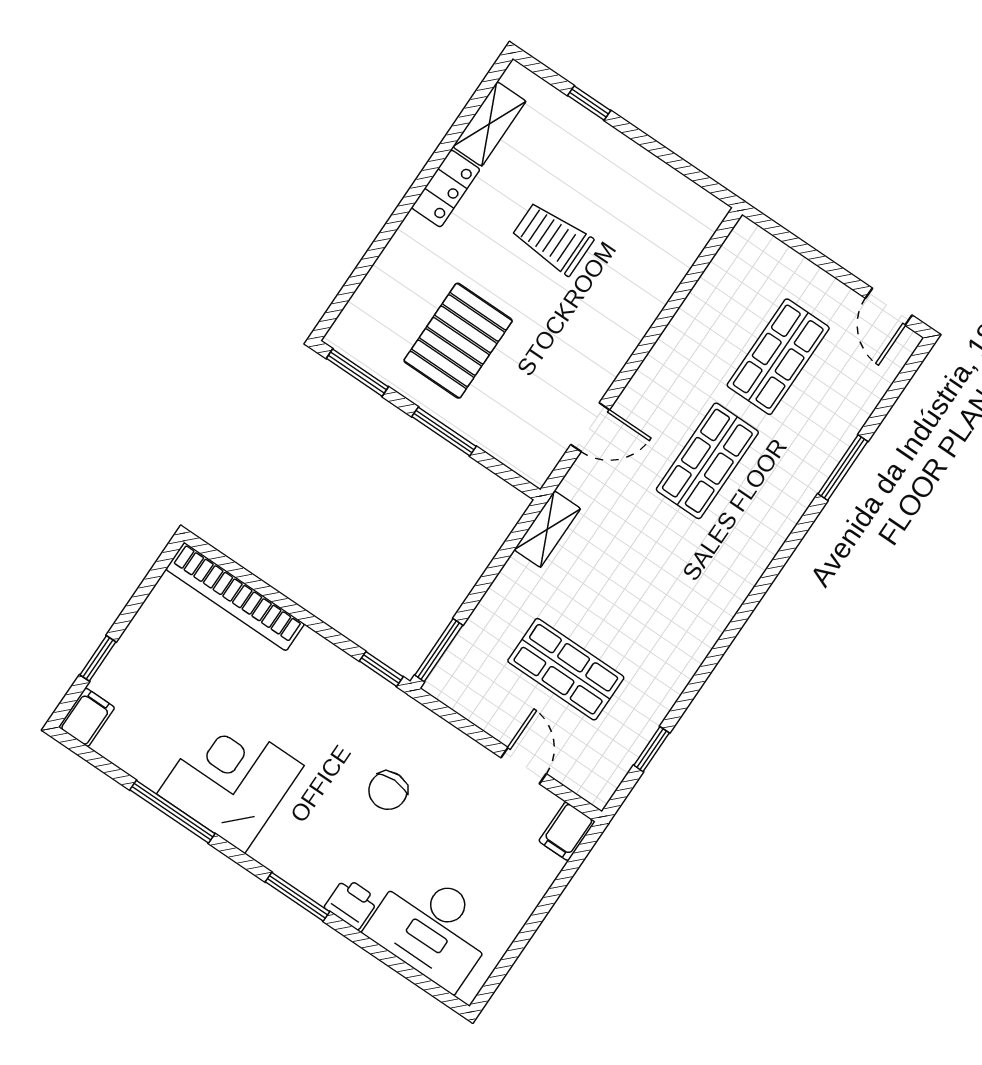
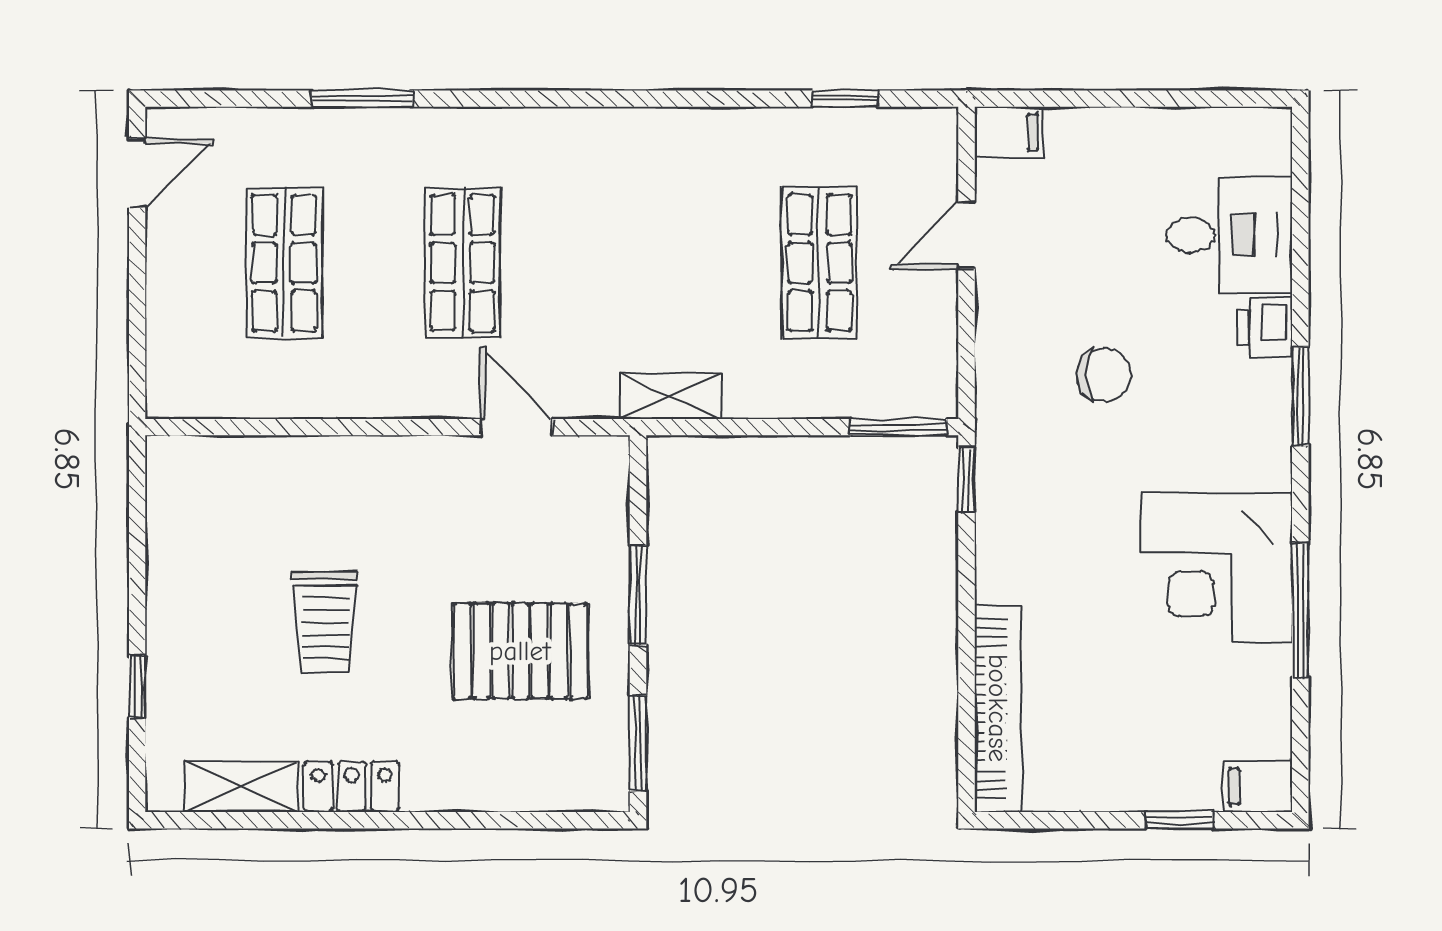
shop shelf: (778, 357) -> (284, 263), turned 90
shop shelf: (707, 461) -> (463, 263), turned 90
desk: (432, 928) -> (1229, 235), width x0.73

